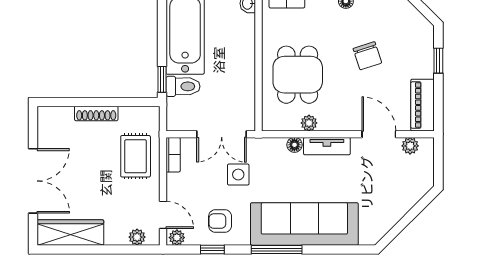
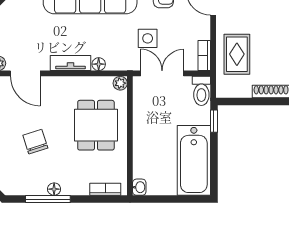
toilet: (183, 86) -> (201, 91), moved, turned -90
plant: (309, 123) -> (120, 83), moved

